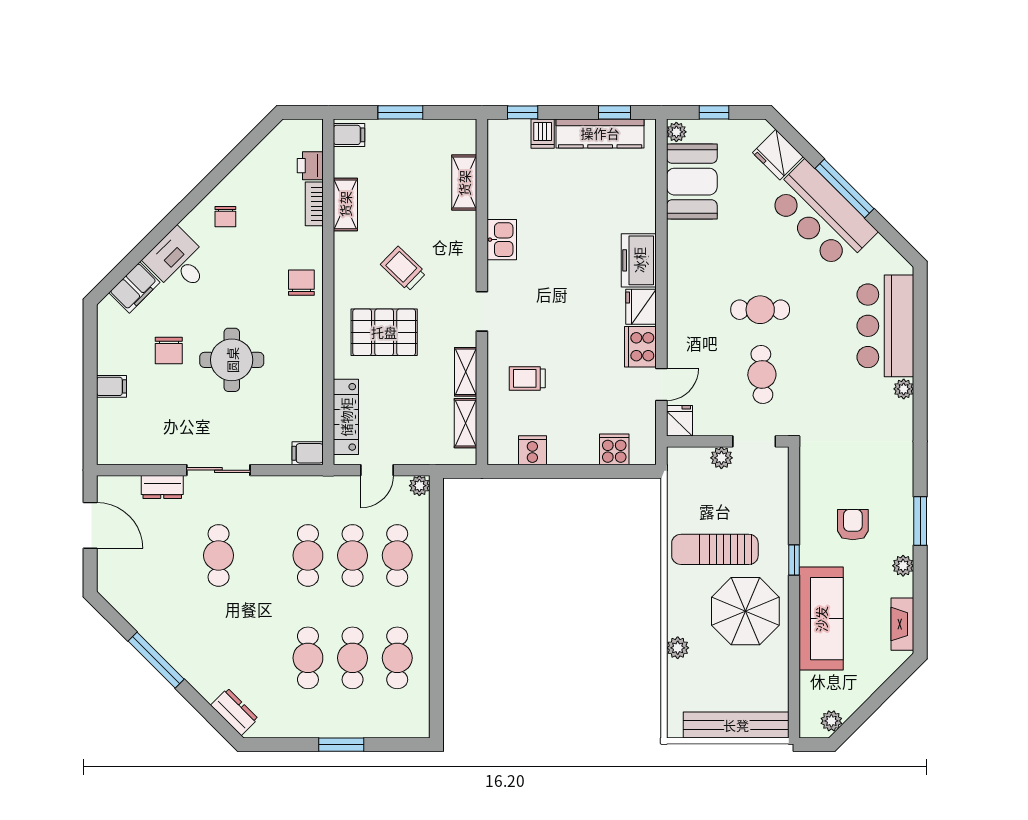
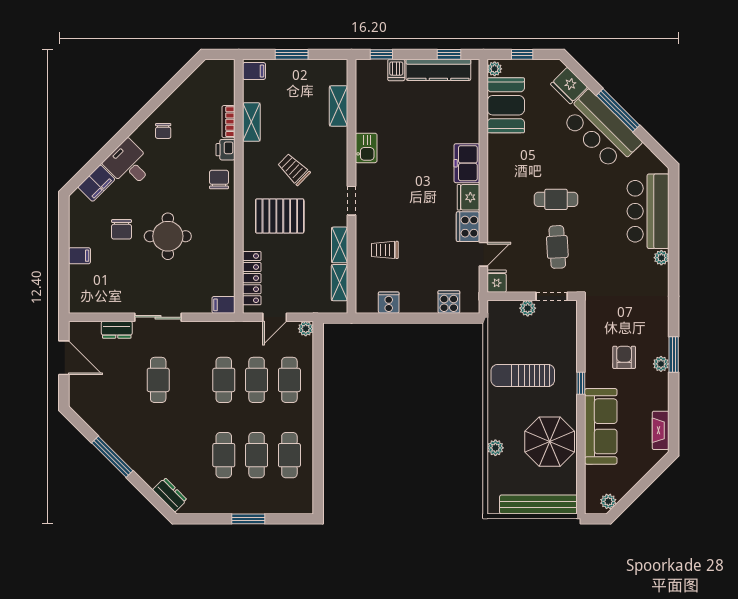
printer: (310, 166) -> (226, 150), moved
plant: (903, 566) -> (661, 364), moved
parasol: (745, 611) -> (550, 442), moved

